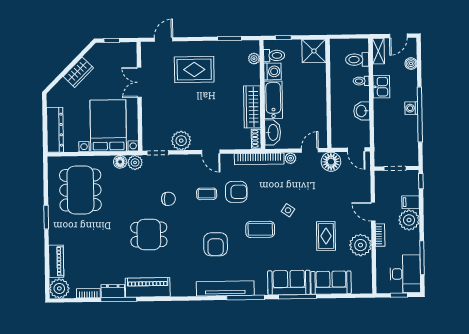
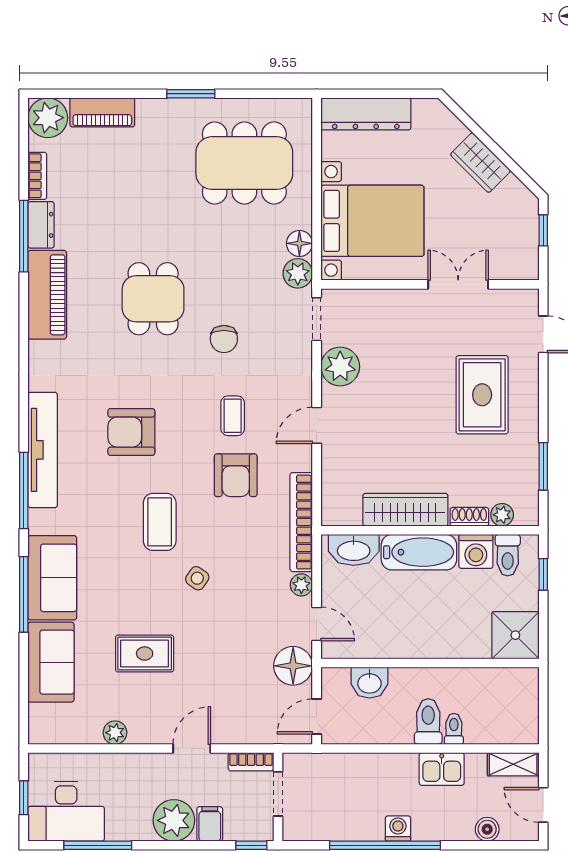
toilet: (357, 60) -> (428, 722), moved
washbasin: (362, 111) -> (369, 683), moved, turned 180
shoe rack: (256, 139) -> (469, 517), moved
bookcase: (380, 235) -> (251, 762), moved
plant: (360, 245) -> (115, 733), width x0.53, depth x0.53

